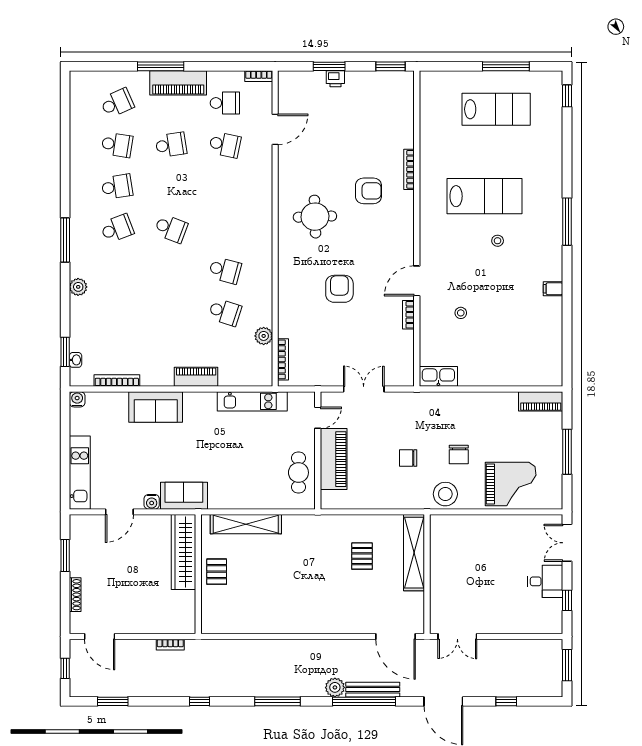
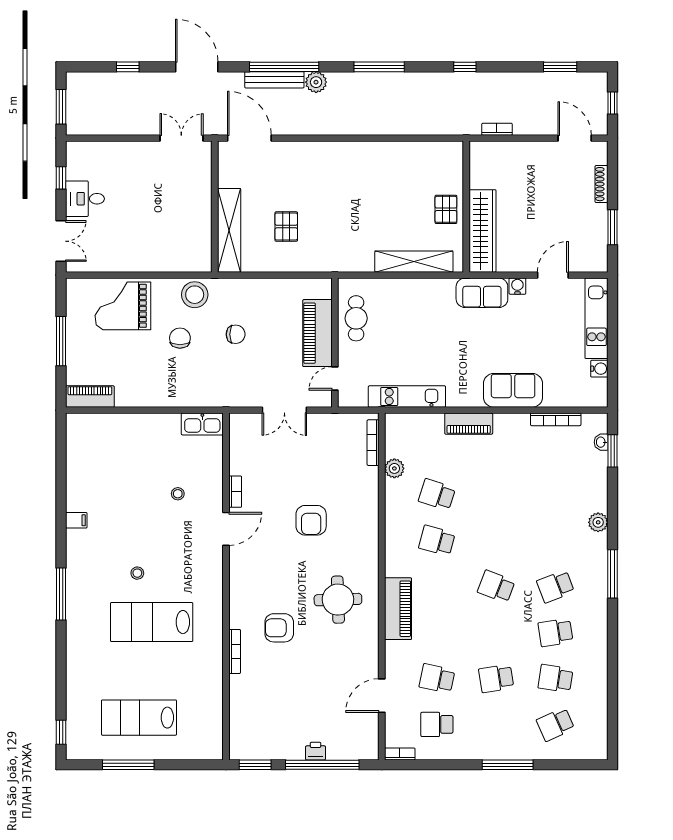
window: (329, 66) -> (322, 765), width x2.11
piano: (178, 83) -> (398, 609), moved, turned 90
water cooler: (77, 399) -> (599, 369), moved, turned -90

